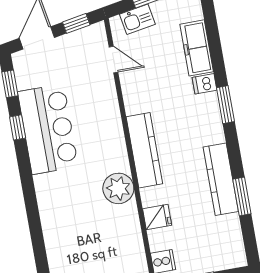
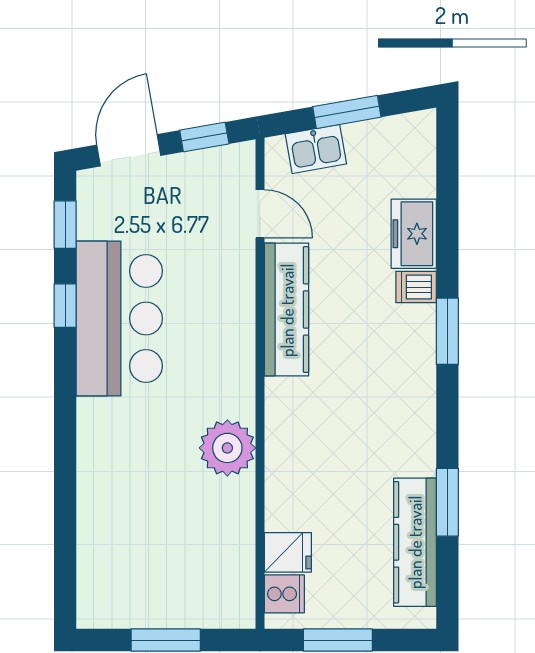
freezer: (197, 48) -> (414, 234), width x0.71
kitchen counter: (144, 150) -> (287, 310), moved
kitchen counter: (221, 179) -> (415, 542), moved
fridge: (157, 217) -> (288, 552), moved

